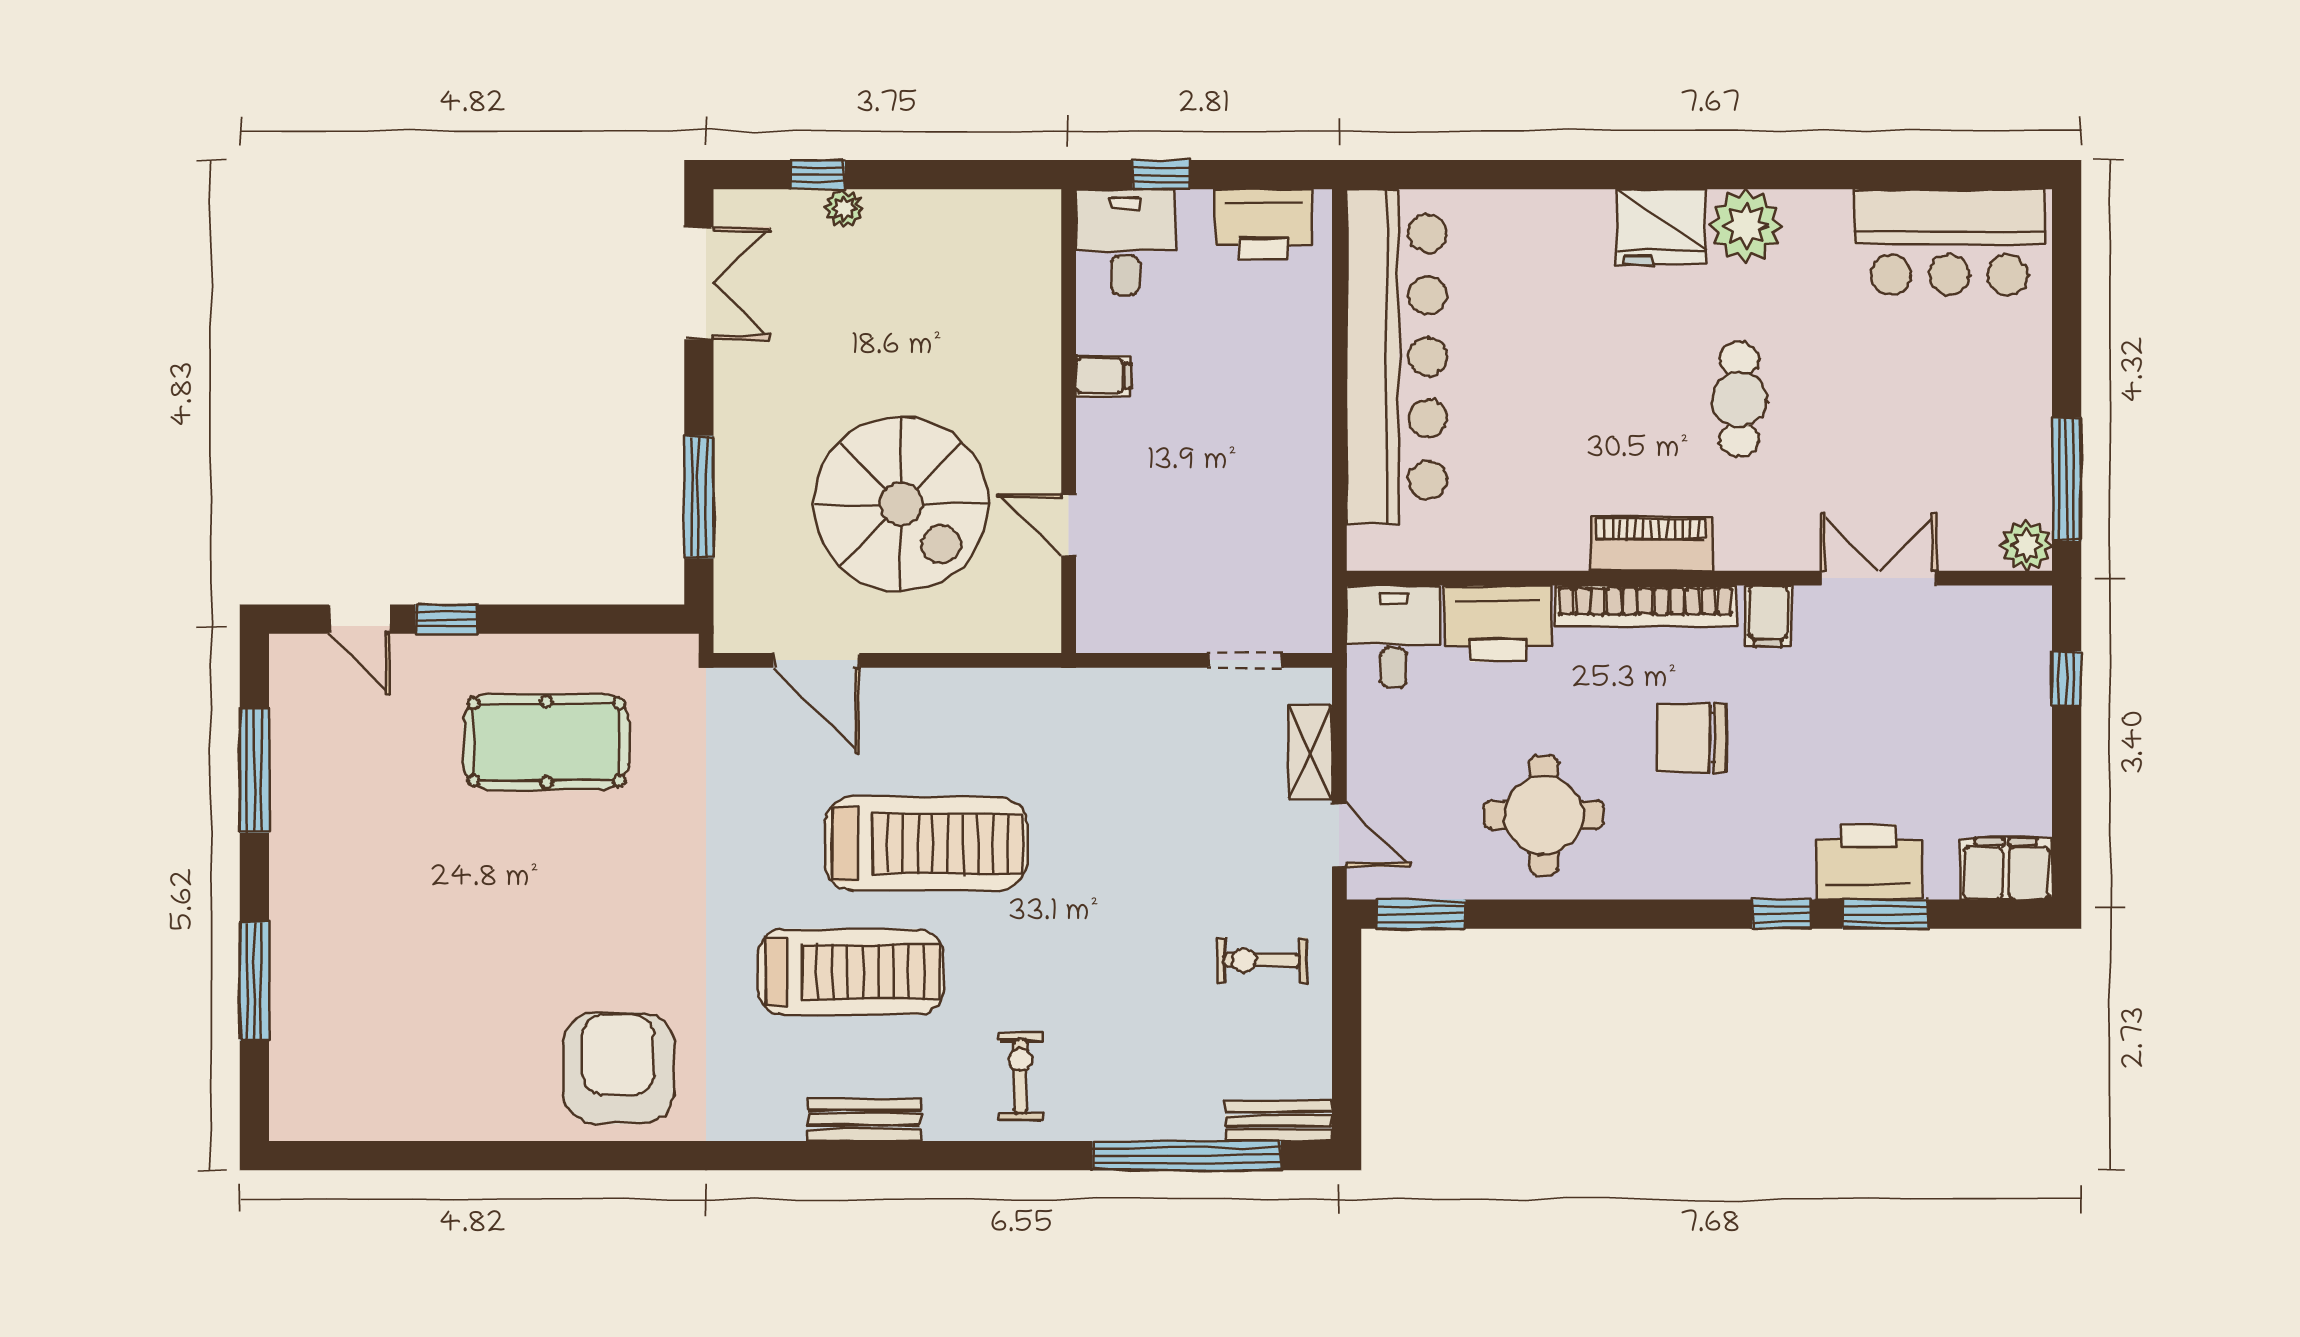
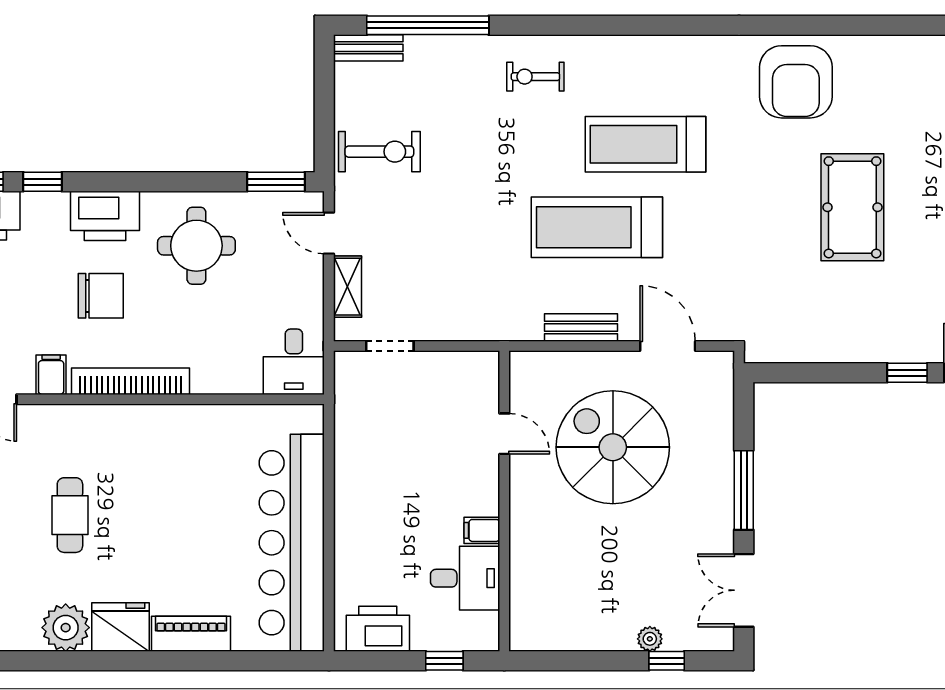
desk: (1125, 242) -> (465, 578), moved, turned -90
window: (699, 497) -> (744, 490), moved
piano: (1651, 544) -> (191, 634), moved, turned 180
printer: (1498, 624) -> (105, 216), moved, turned 180
pool table: (546, 742) -> (852, 207), moved, turned 90
exercise bike: (1261, 960) -> (379, 152), width x1.38, depth x1.39
exercise bike: (1020, 1076) -> (535, 77), turned 90
bench: (864, 1120) -> (581, 327), moved

